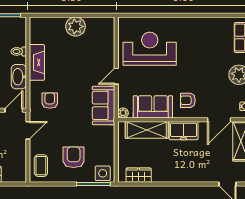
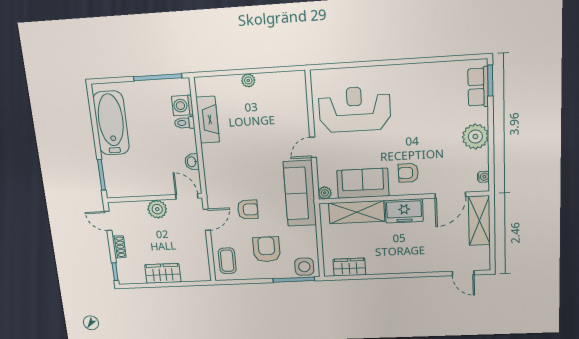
plant: (76, 26) -> (248, 80), width x0.53, depth x0.53
washing machine: (18, 38) -> (182, 105), added
fireplace: (37, 62) -> (208, 120), moved
washbasin: (19, 77) -> (192, 162), width x0.52, depth x0.69
armchair: (50, 101) -> (248, 209), moved, turned 90
sofa: (104, 105) -> (300, 193), width x1.36
door: (14, 110) -> (187, 196), hinge flipped

